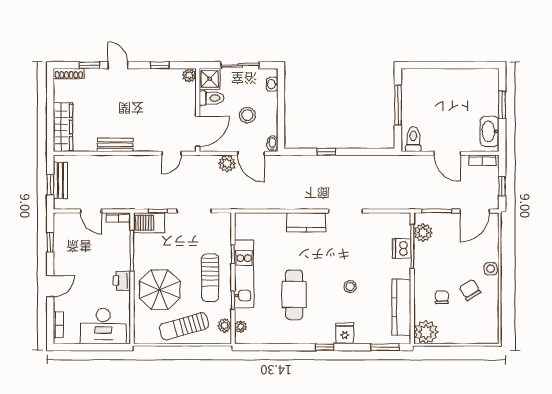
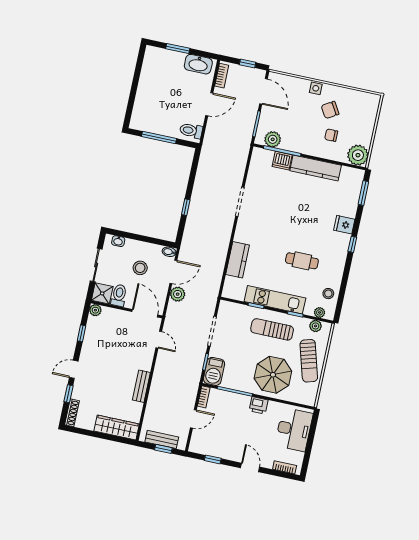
kitchen counter: (306, 222) -> (238, 260), moved
sun lounger: (210, 278) -> (272, 329), turned 180
stool: (350, 287) -> (328, 294), moved
cafe table: (294, 295) -> (302, 261), width x0.73, depth x0.74
kitchen counter: (401, 307) -> (316, 168), moved

